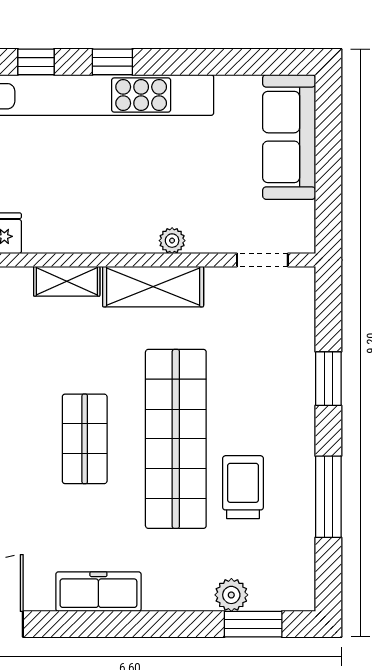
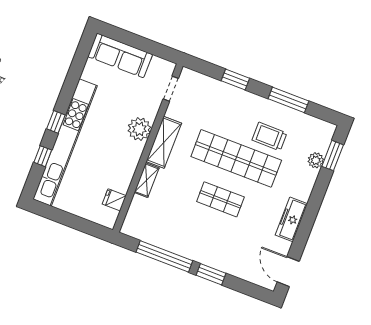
plant: (172, 241) -> (139, 129), width x1.87, depth x1.87

